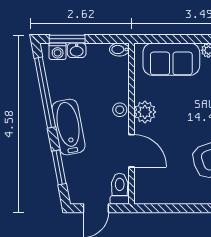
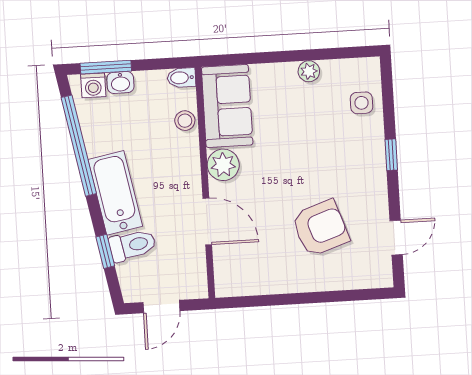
sofa: (171, 59) -> (227, 106), moved, turned -90
stool: (120, 110) -> (185, 121), moved
window: (59, 167) -> (105, 251), width x0.67
toilet: (120, 189) -> (132, 245), moved, turned 79

